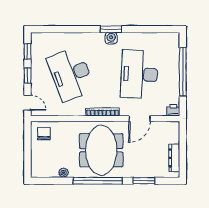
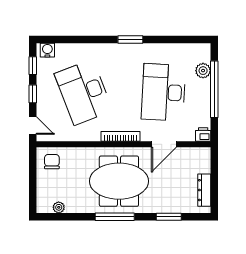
water cooler: (111, 38) -> (47, 50), moved
plant: (173, 56) -> (203, 71), added
meeting table: (101, 150) -> (119, 181), turned 90
plant: (64, 173) -> (59, 207), moved
window: (98, 181) -> (115, 217), width x0.68

